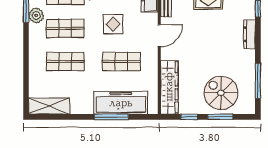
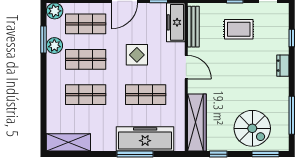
dresser: (250, 34) -> (283, 66), width x0.70
door: (159, 36) -> (186, 67), hinge flipped
spiral stairs: (221, 93) -> (252, 128), turned 180
window: (220, 117) -> (266, 154), moved

